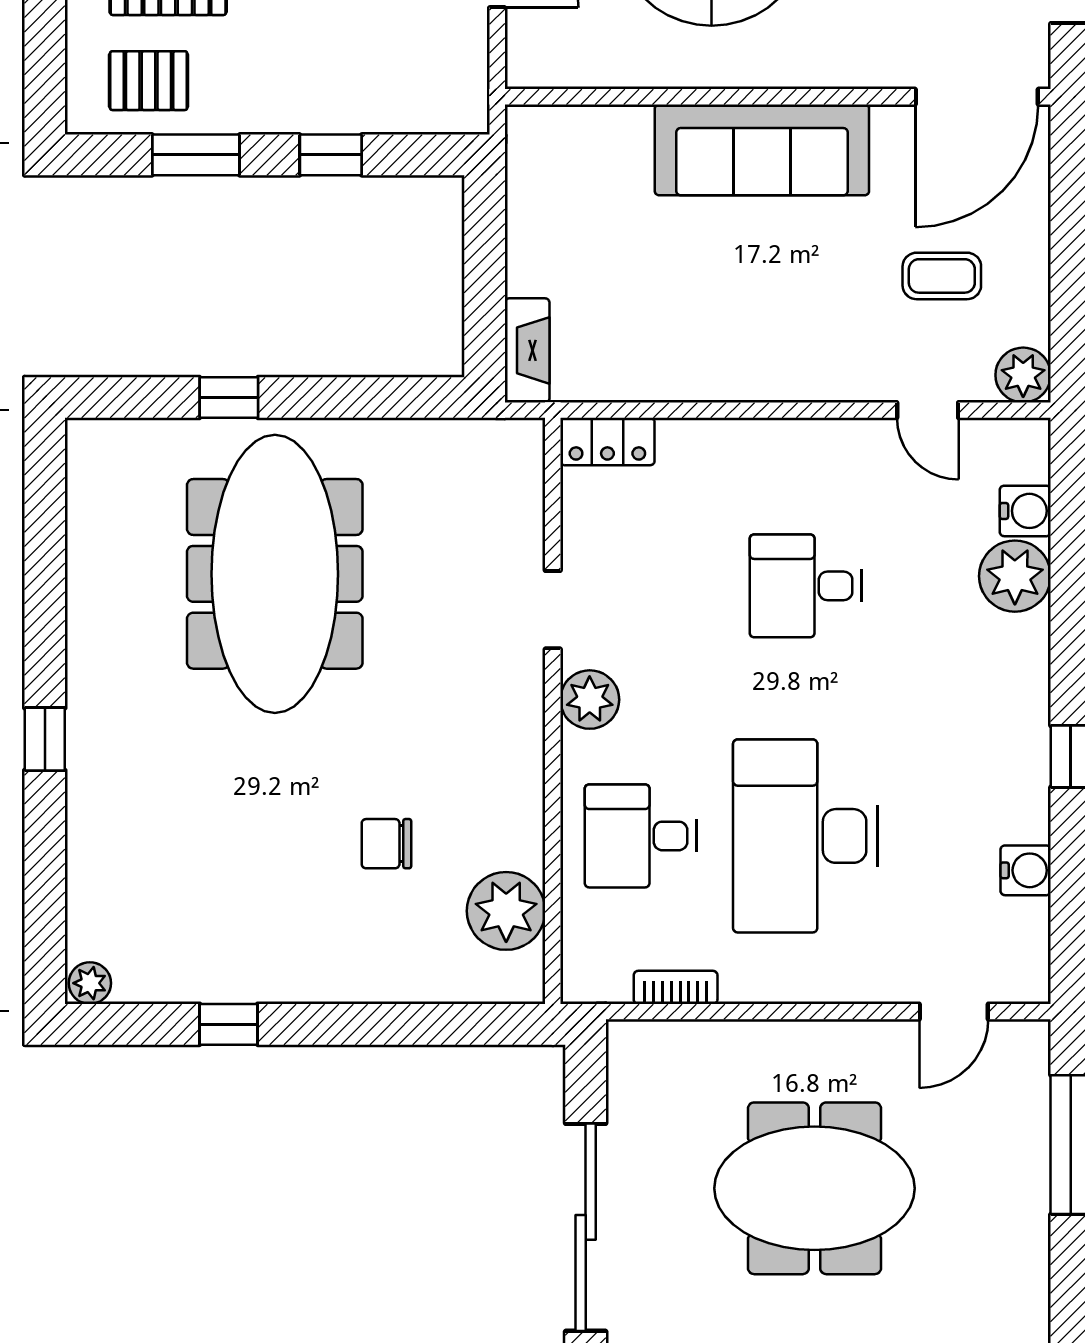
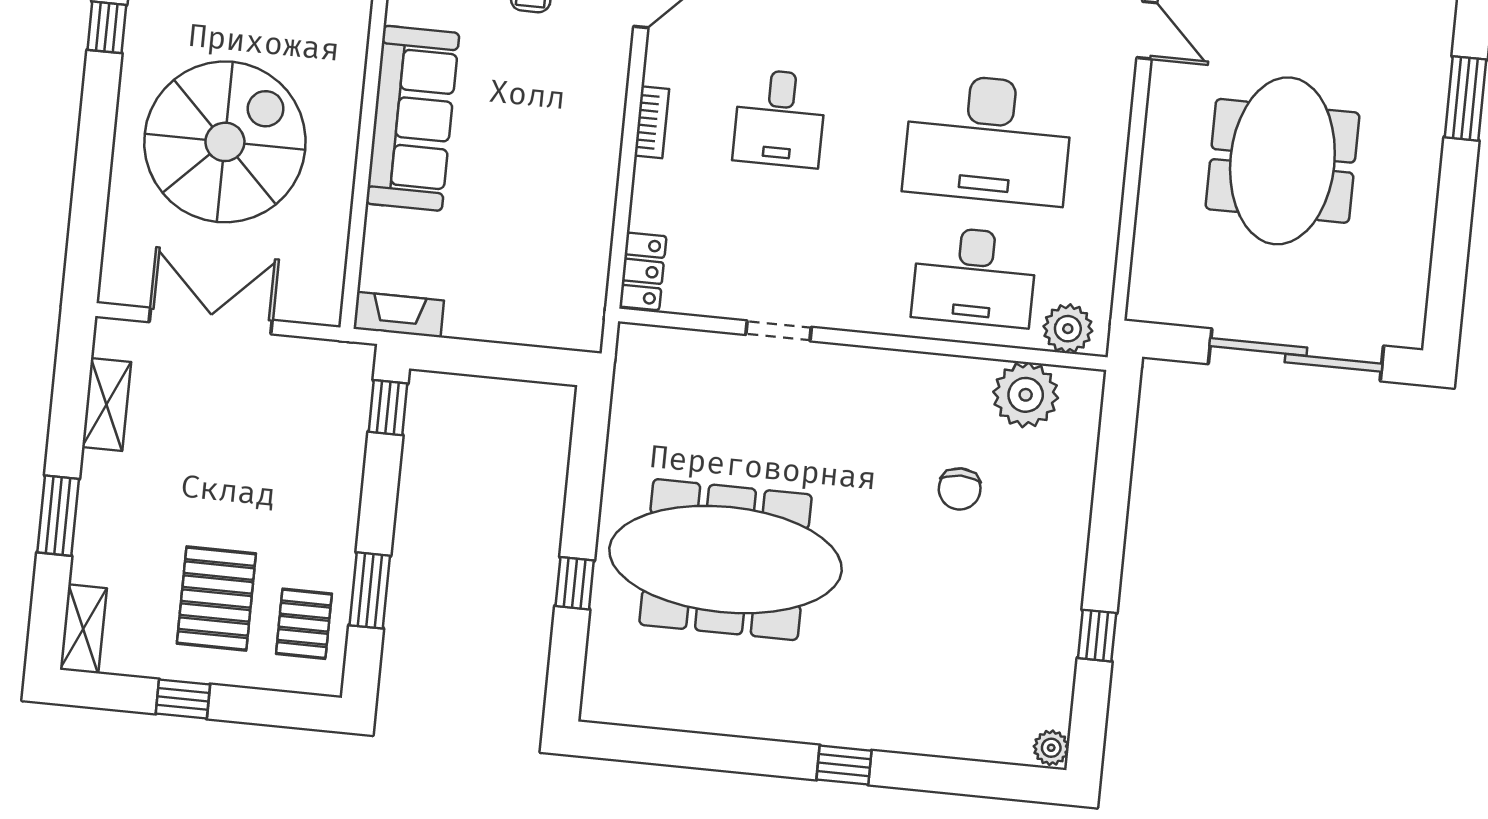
window: (331, 155) -> (388, 408), moved
fireplace: (527, 350) -> (399, 315), moved
plant: (590, 700) -> (1068, 329), moved
desk: (640, 836) -> (974, 277), width x1.37
bookcase: (676, 987) -> (652, 122), moved, turned 180

